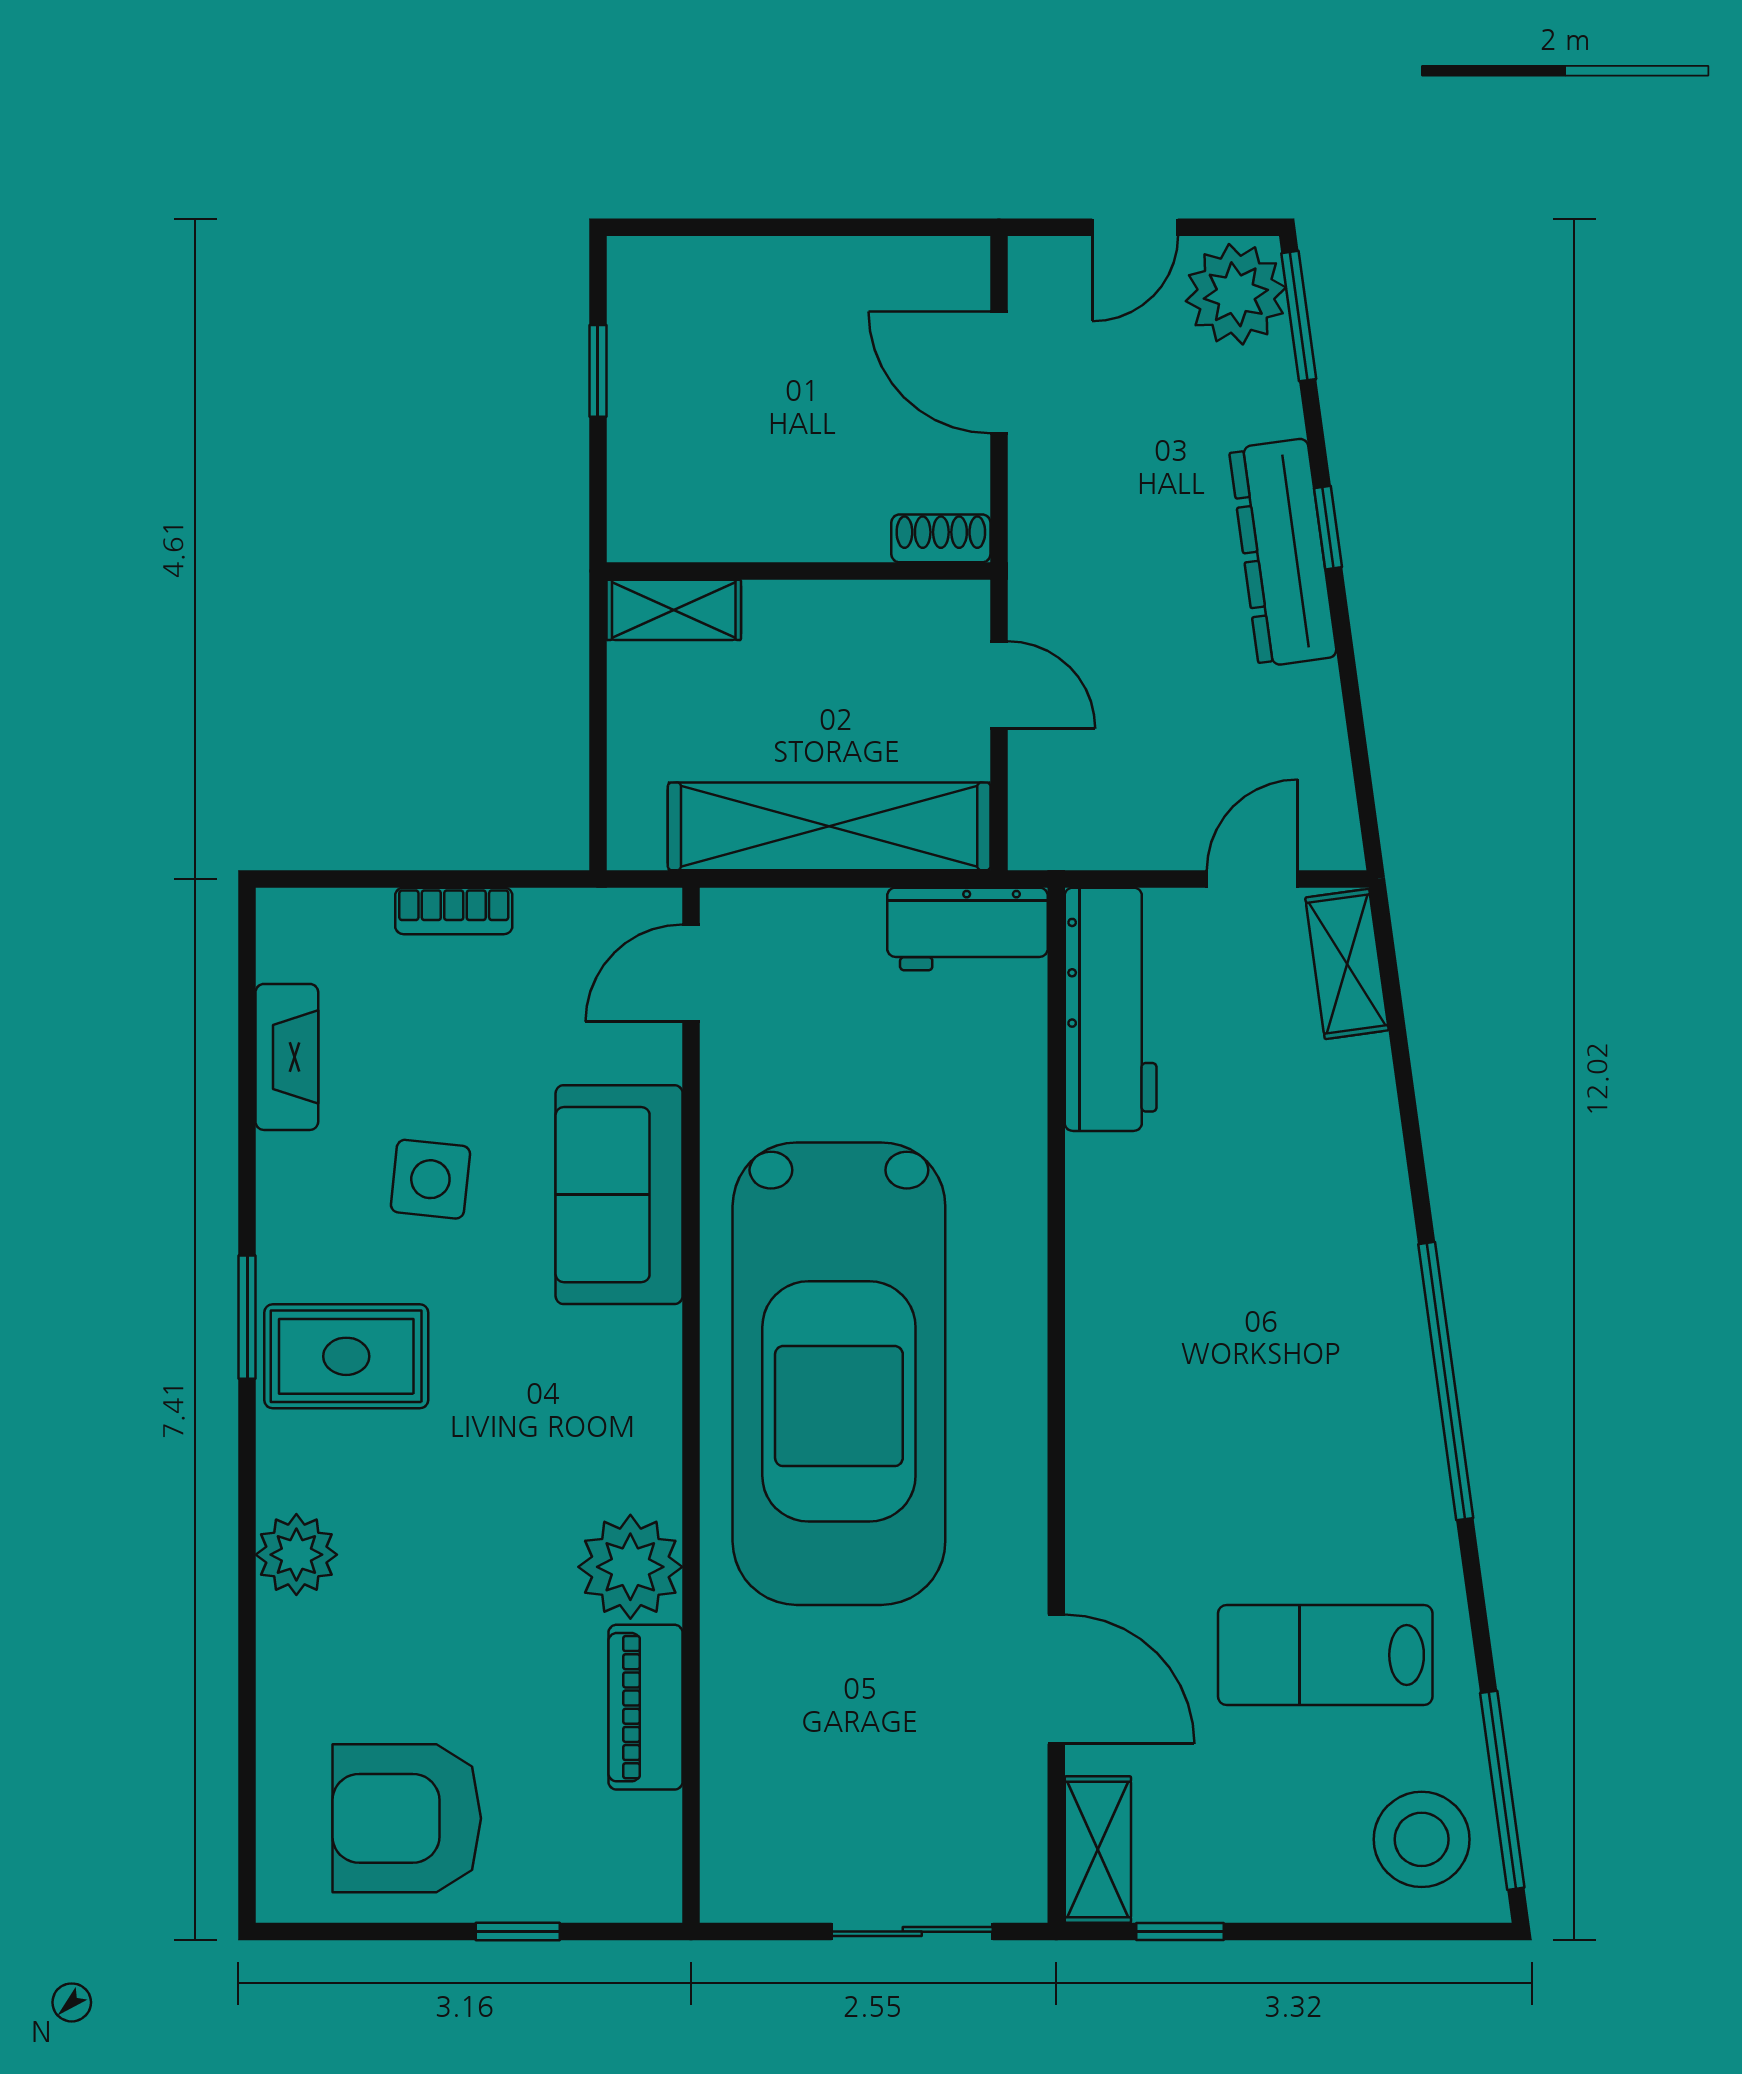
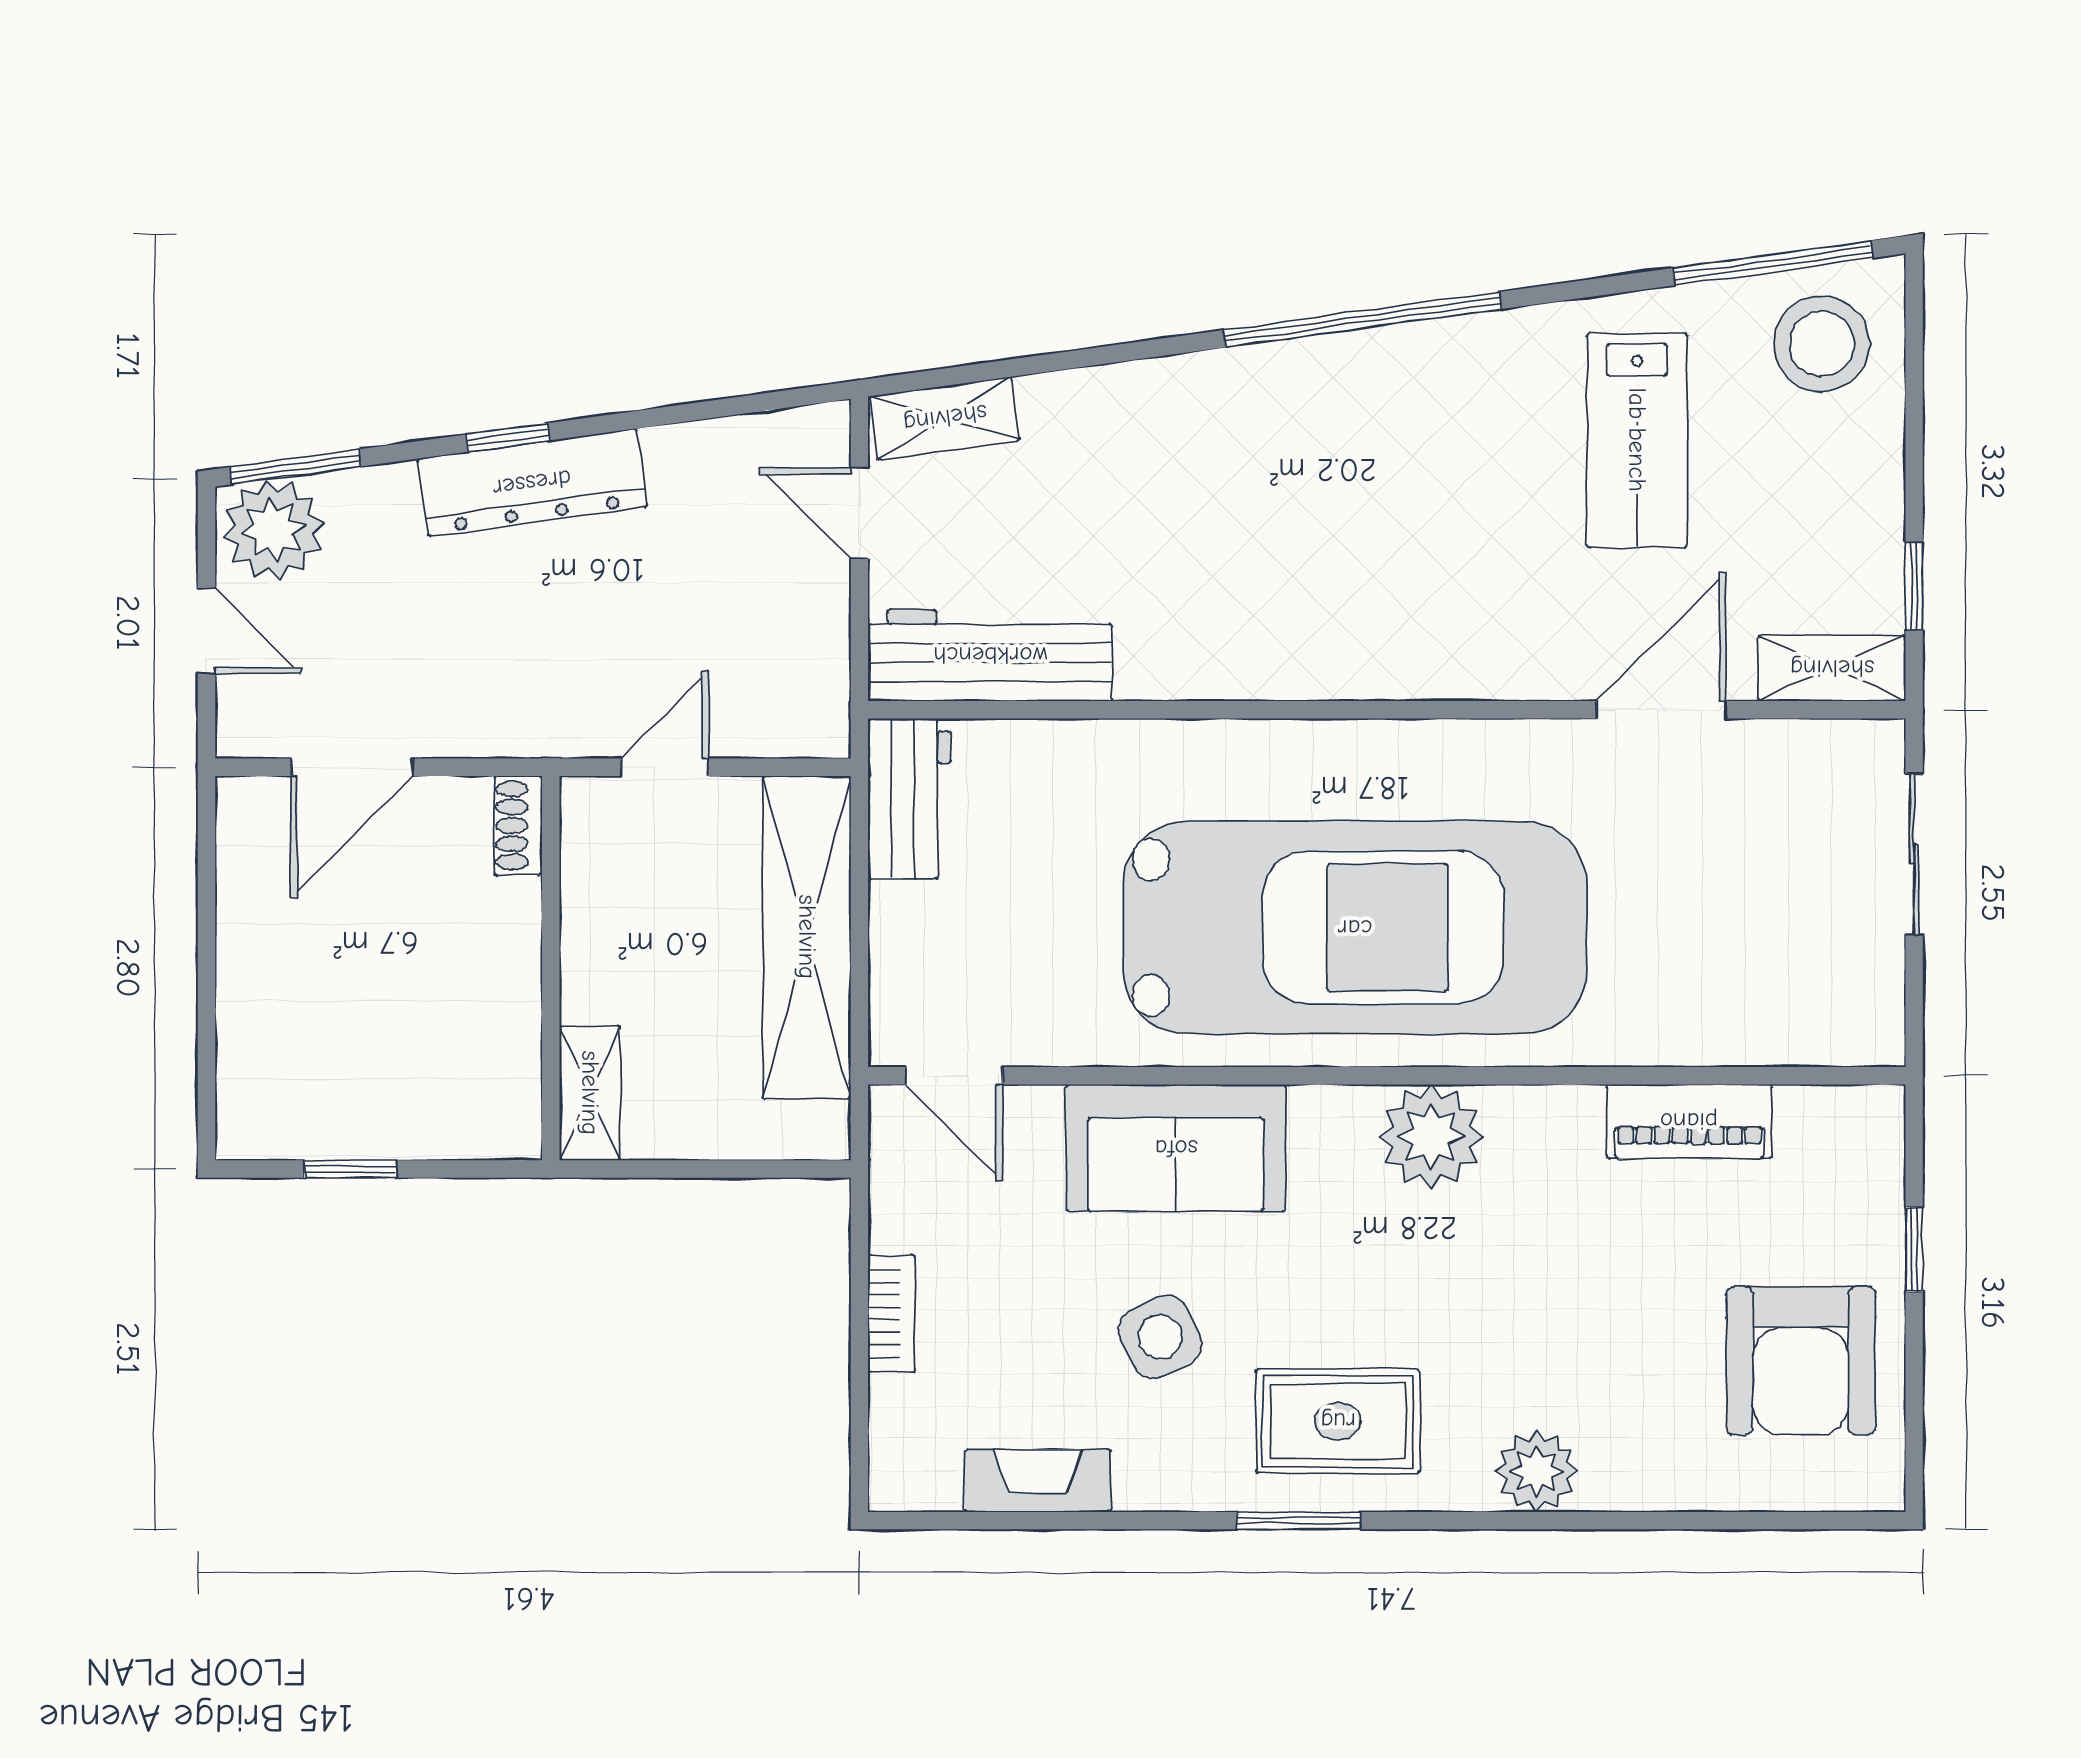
side table: (430, 1179) -> (1160, 1337), turned -32
rug: (346, 1356) -> (1338, 1421), turned 90
plant: (630, 1567) -> (1431, 1137), moved

